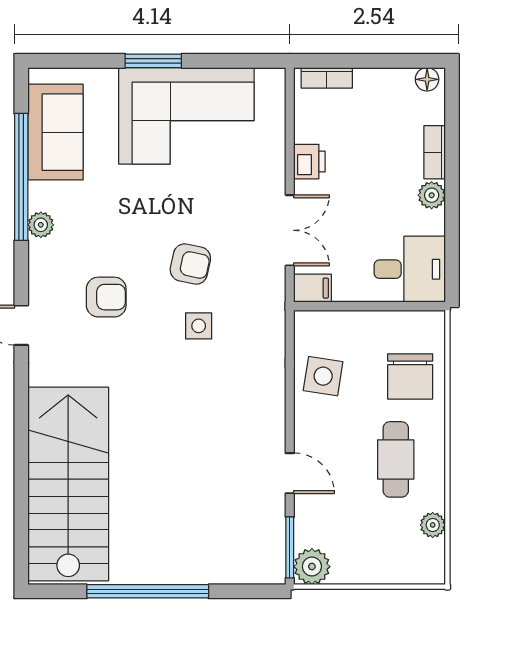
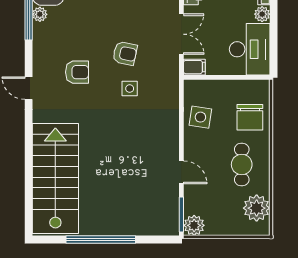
plant: (41, 225) -> (40, 14), moved
desk: (410, 269) -> (250, 49), width x1.37
plant: (433, 525) -> (257, 208), width x1.87, depth x1.87

